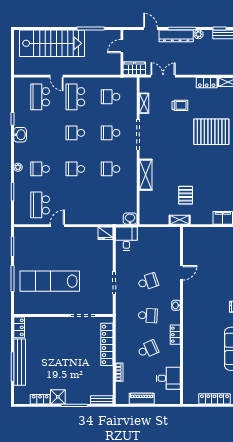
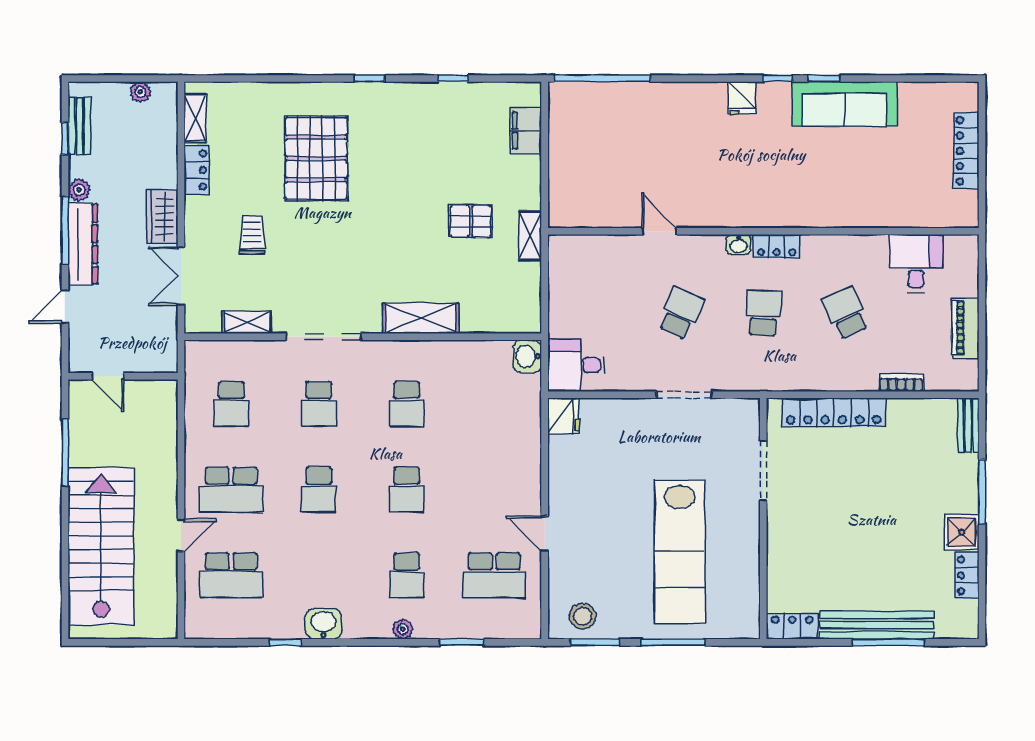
wardrobe: (134, 68) -> (162, 217), moved
stool: (23, 241) -> (583, 616), added
school desk: (148, 282) -> (681, 313), turned 42
locker: (175, 335) -> (777, 246), moved

